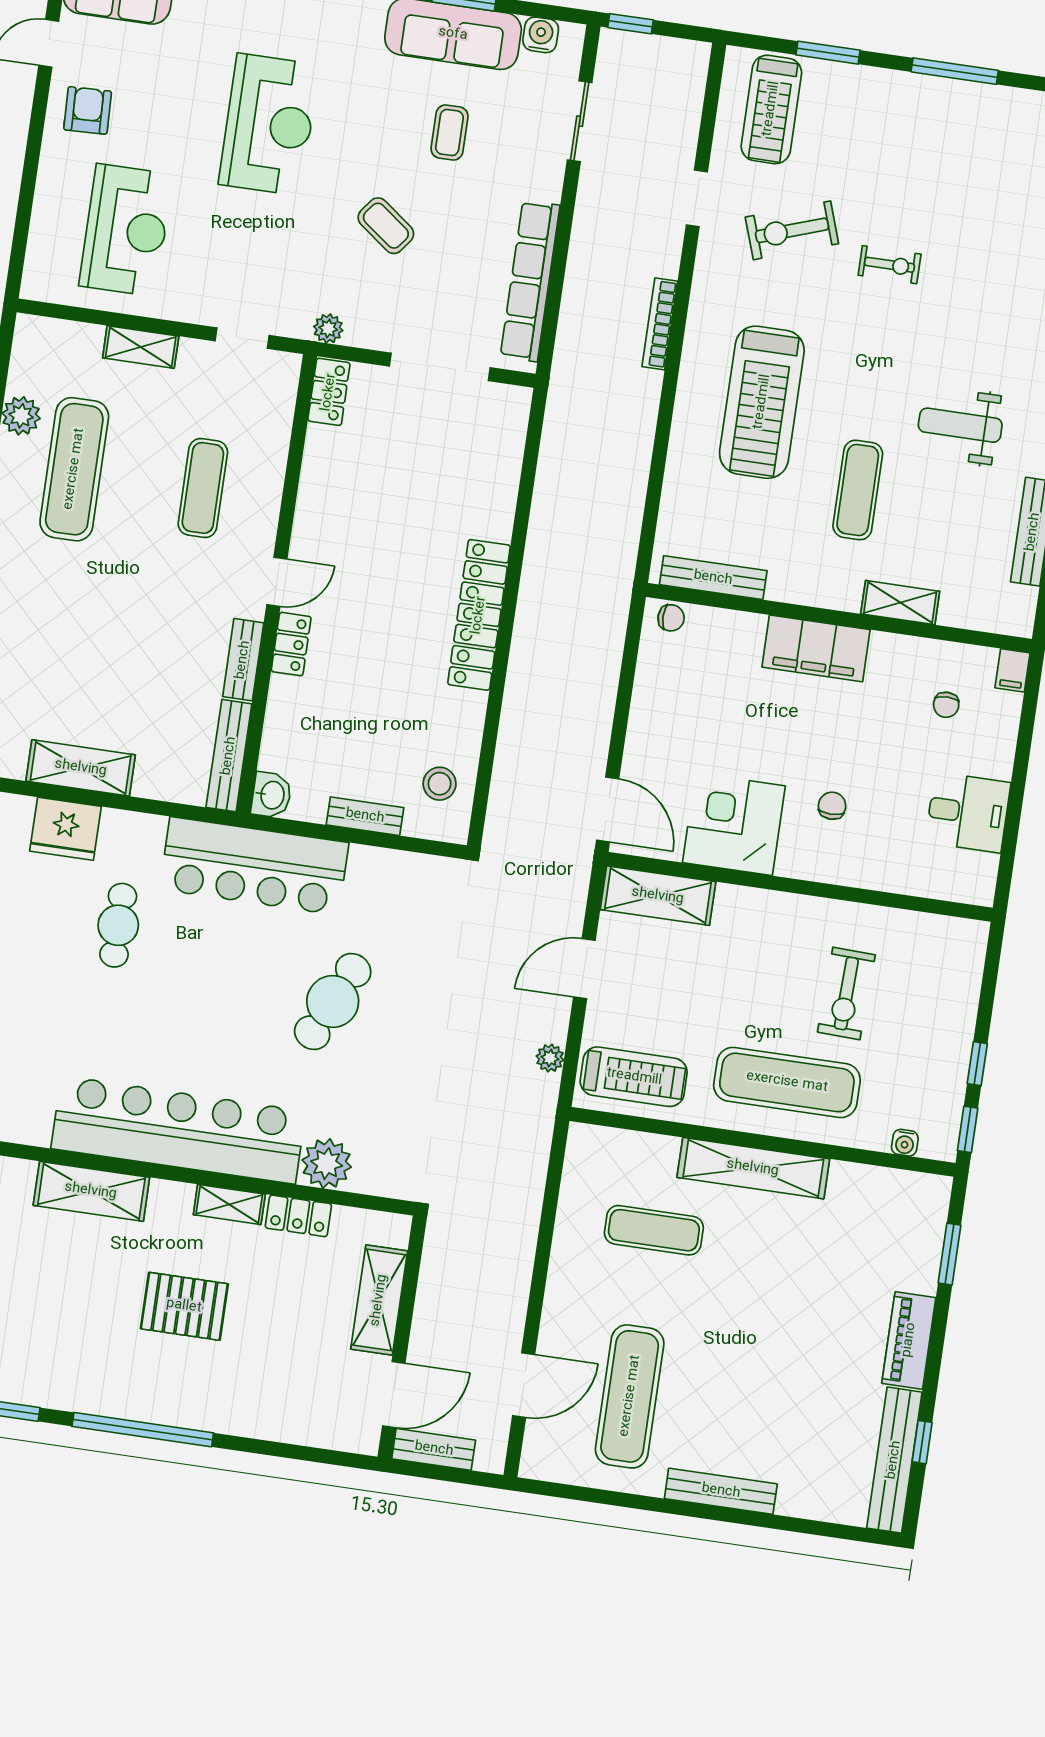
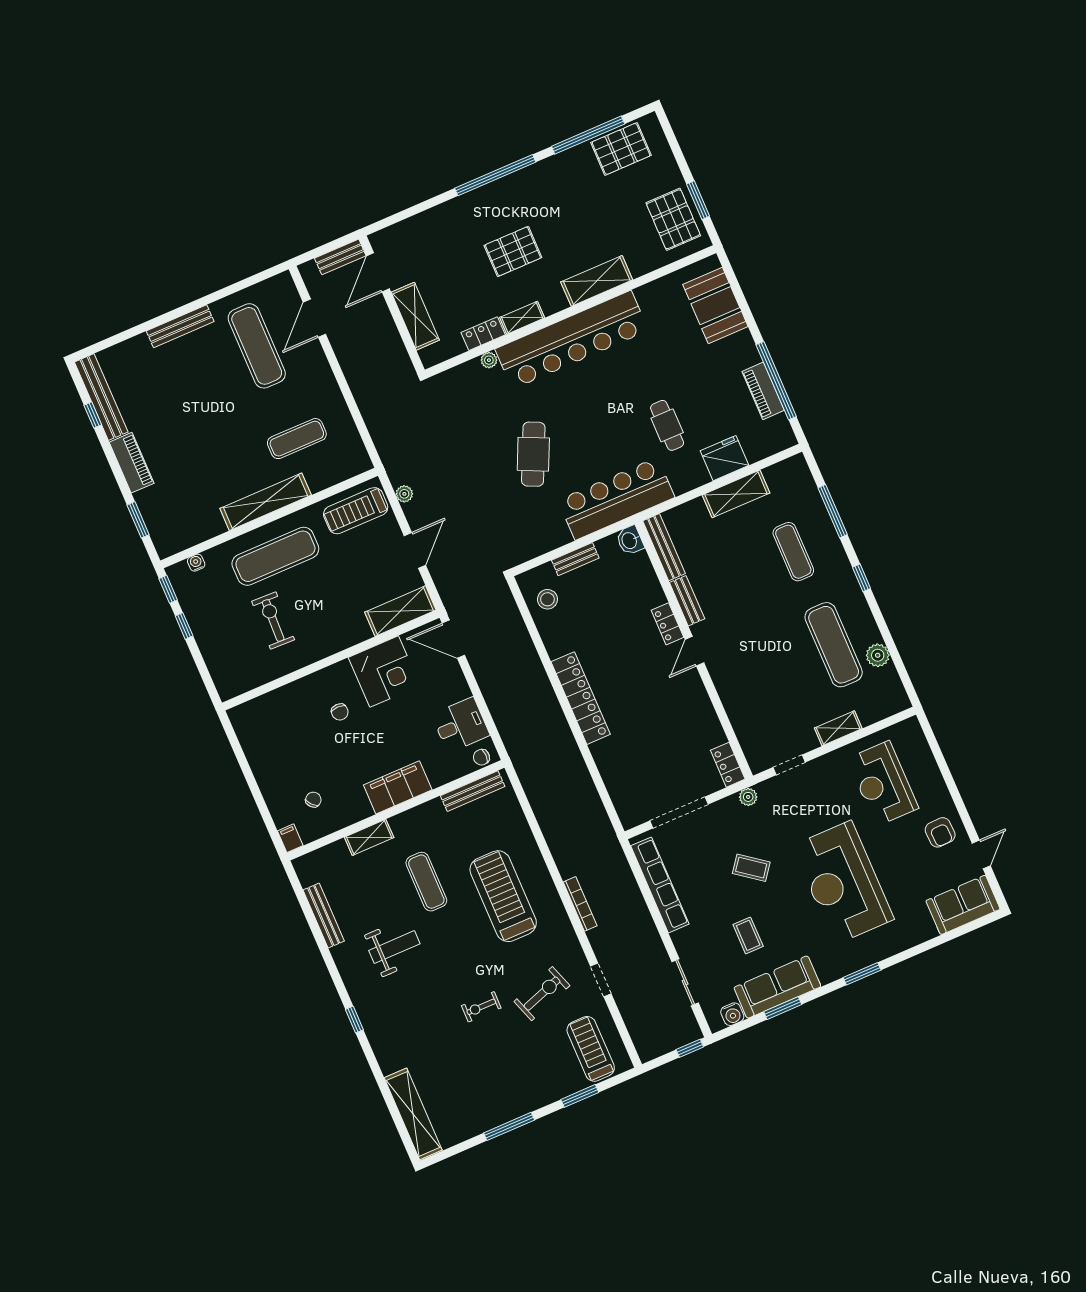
reception desk: (269, 124) -> (843, 882), width x1.36, depth x1.30
exercise mat: (203, 488) -> (793, 552), moved
chair: (946, 705) -> (313, 800), turned 49
desk: (968, 812) -> (461, 725), moved, turned 180
plant: (327, 1164) -> (489, 360), width x0.53, depth x0.53

